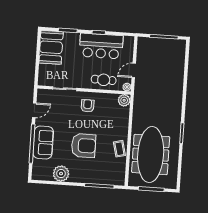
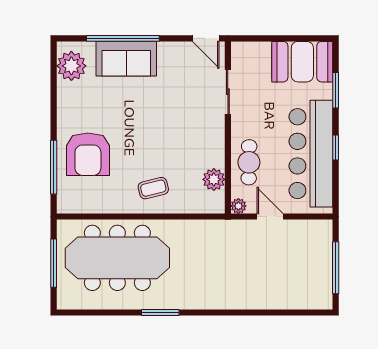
bar counter: (101, 46) -> (311, 154), width x1.36
plant: (124, 100) -> (214, 179), moved
armchair: (88, 106) -> (199, 136), removed
door: (34, 110) -> (206, 38), moved
armchair: (84, 146) -> (88, 154), moved
coffee table: (119, 149) -> (153, 188), moved
plant: (61, 174) -> (71, 66), moved

